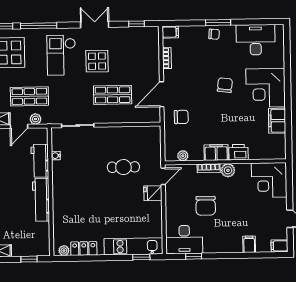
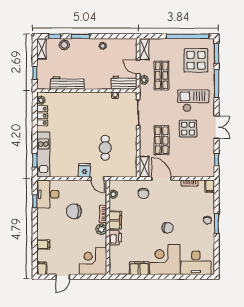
desk: (256, 40) -> (196, 263), moved, turned 90
shelving: (147, 117) -> (144, 167), added
workbench: (40, 161) -> (124, 83), moved
workbench: (41, 200) -> (67, 83), moved

